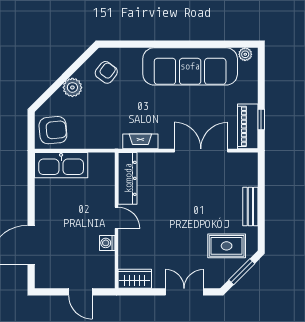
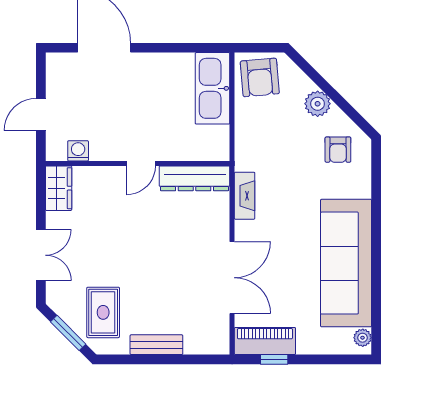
armchair: (106, 72) -> (338, 150), turned 53
washing machine: (107, 243) -> (78, 151), moved

